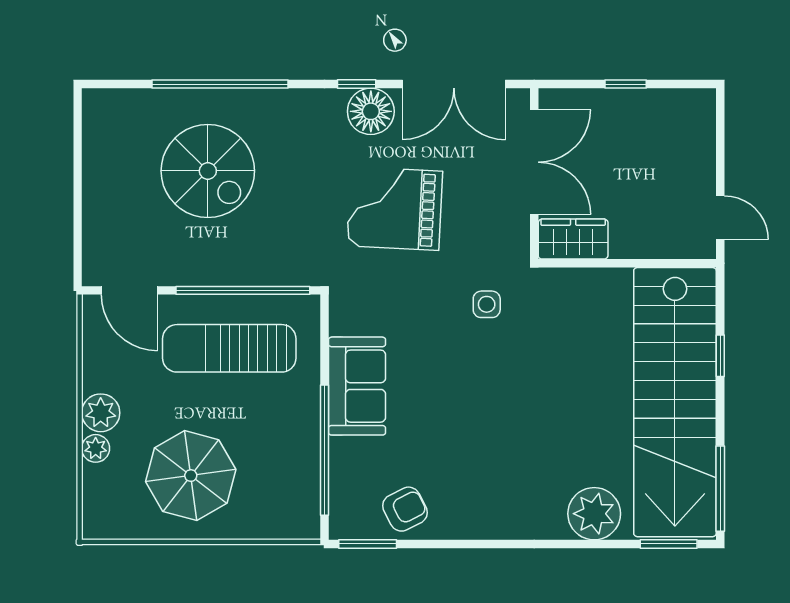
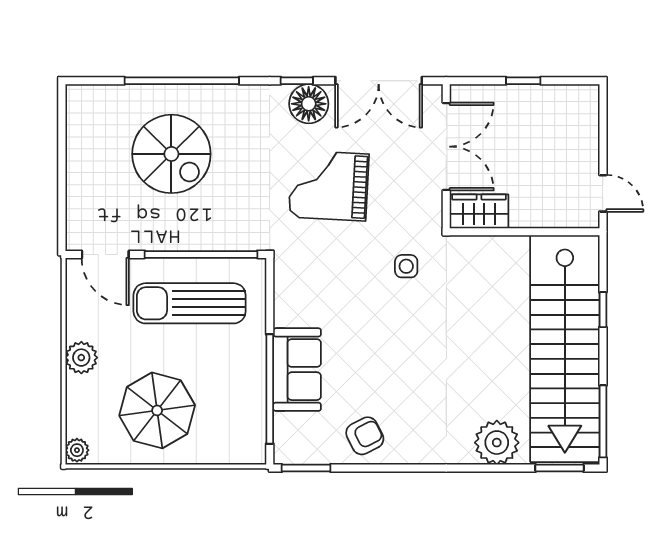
sofa: (357, 386) -> (297, 370), moved
plant: (96, 448) -> (77, 450), moved
armchair: (405, 509) -> (365, 436), moved

